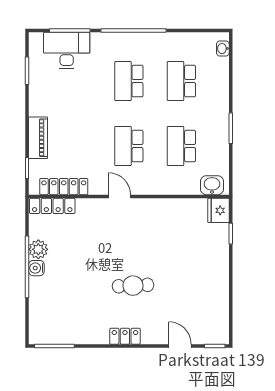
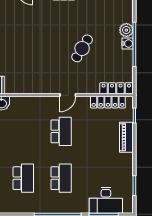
school desk: (181, 146) -> (23, 131), removed
door: (120, 196) -> (68, 95), hinge flipped
plant: (38, 249) -> (126, 30), moved
cafe table: (133, 286) -> (82, 48), moved, turned -56

